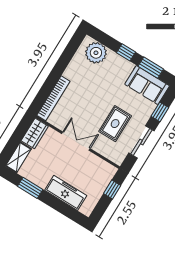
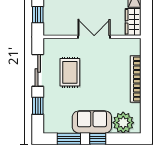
sofa: (147, 85) -> (92, 122), moved
bookcase: (53, 98) -> (136, 79), moved
double door: (76, 141) -> (94, 37), swing flipped

